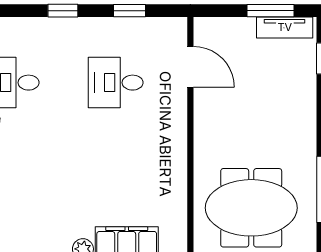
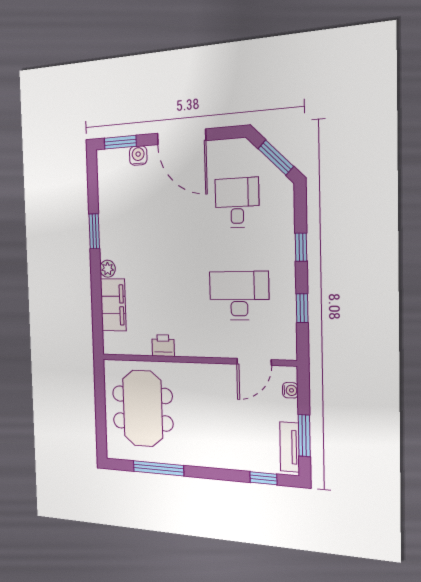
water cooler: (221, 25) -> (290, 390), added
desk: (116, 83) -> (239, 296), width x1.37
printer: (175, 178) -> (163, 346), added

